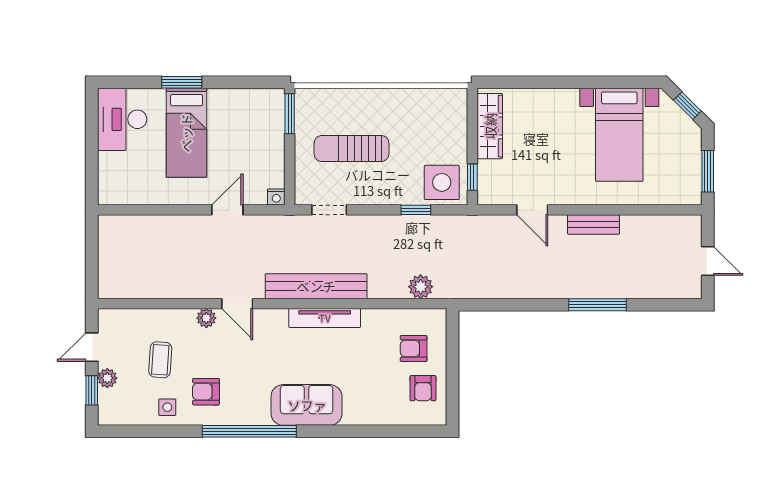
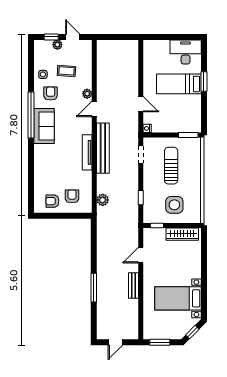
side table: (442, 182) -> (174, 205), moved
sofa: (307, 405) -> (44, 126), moved

